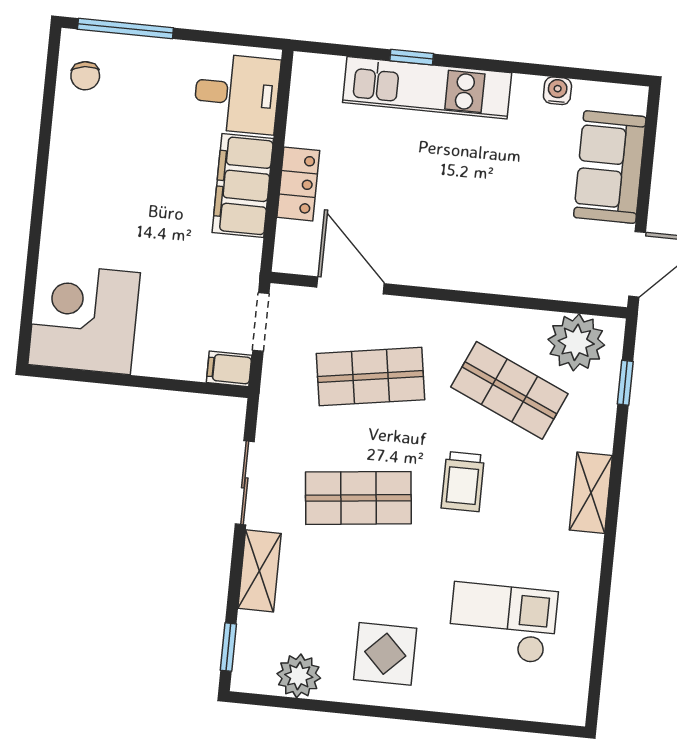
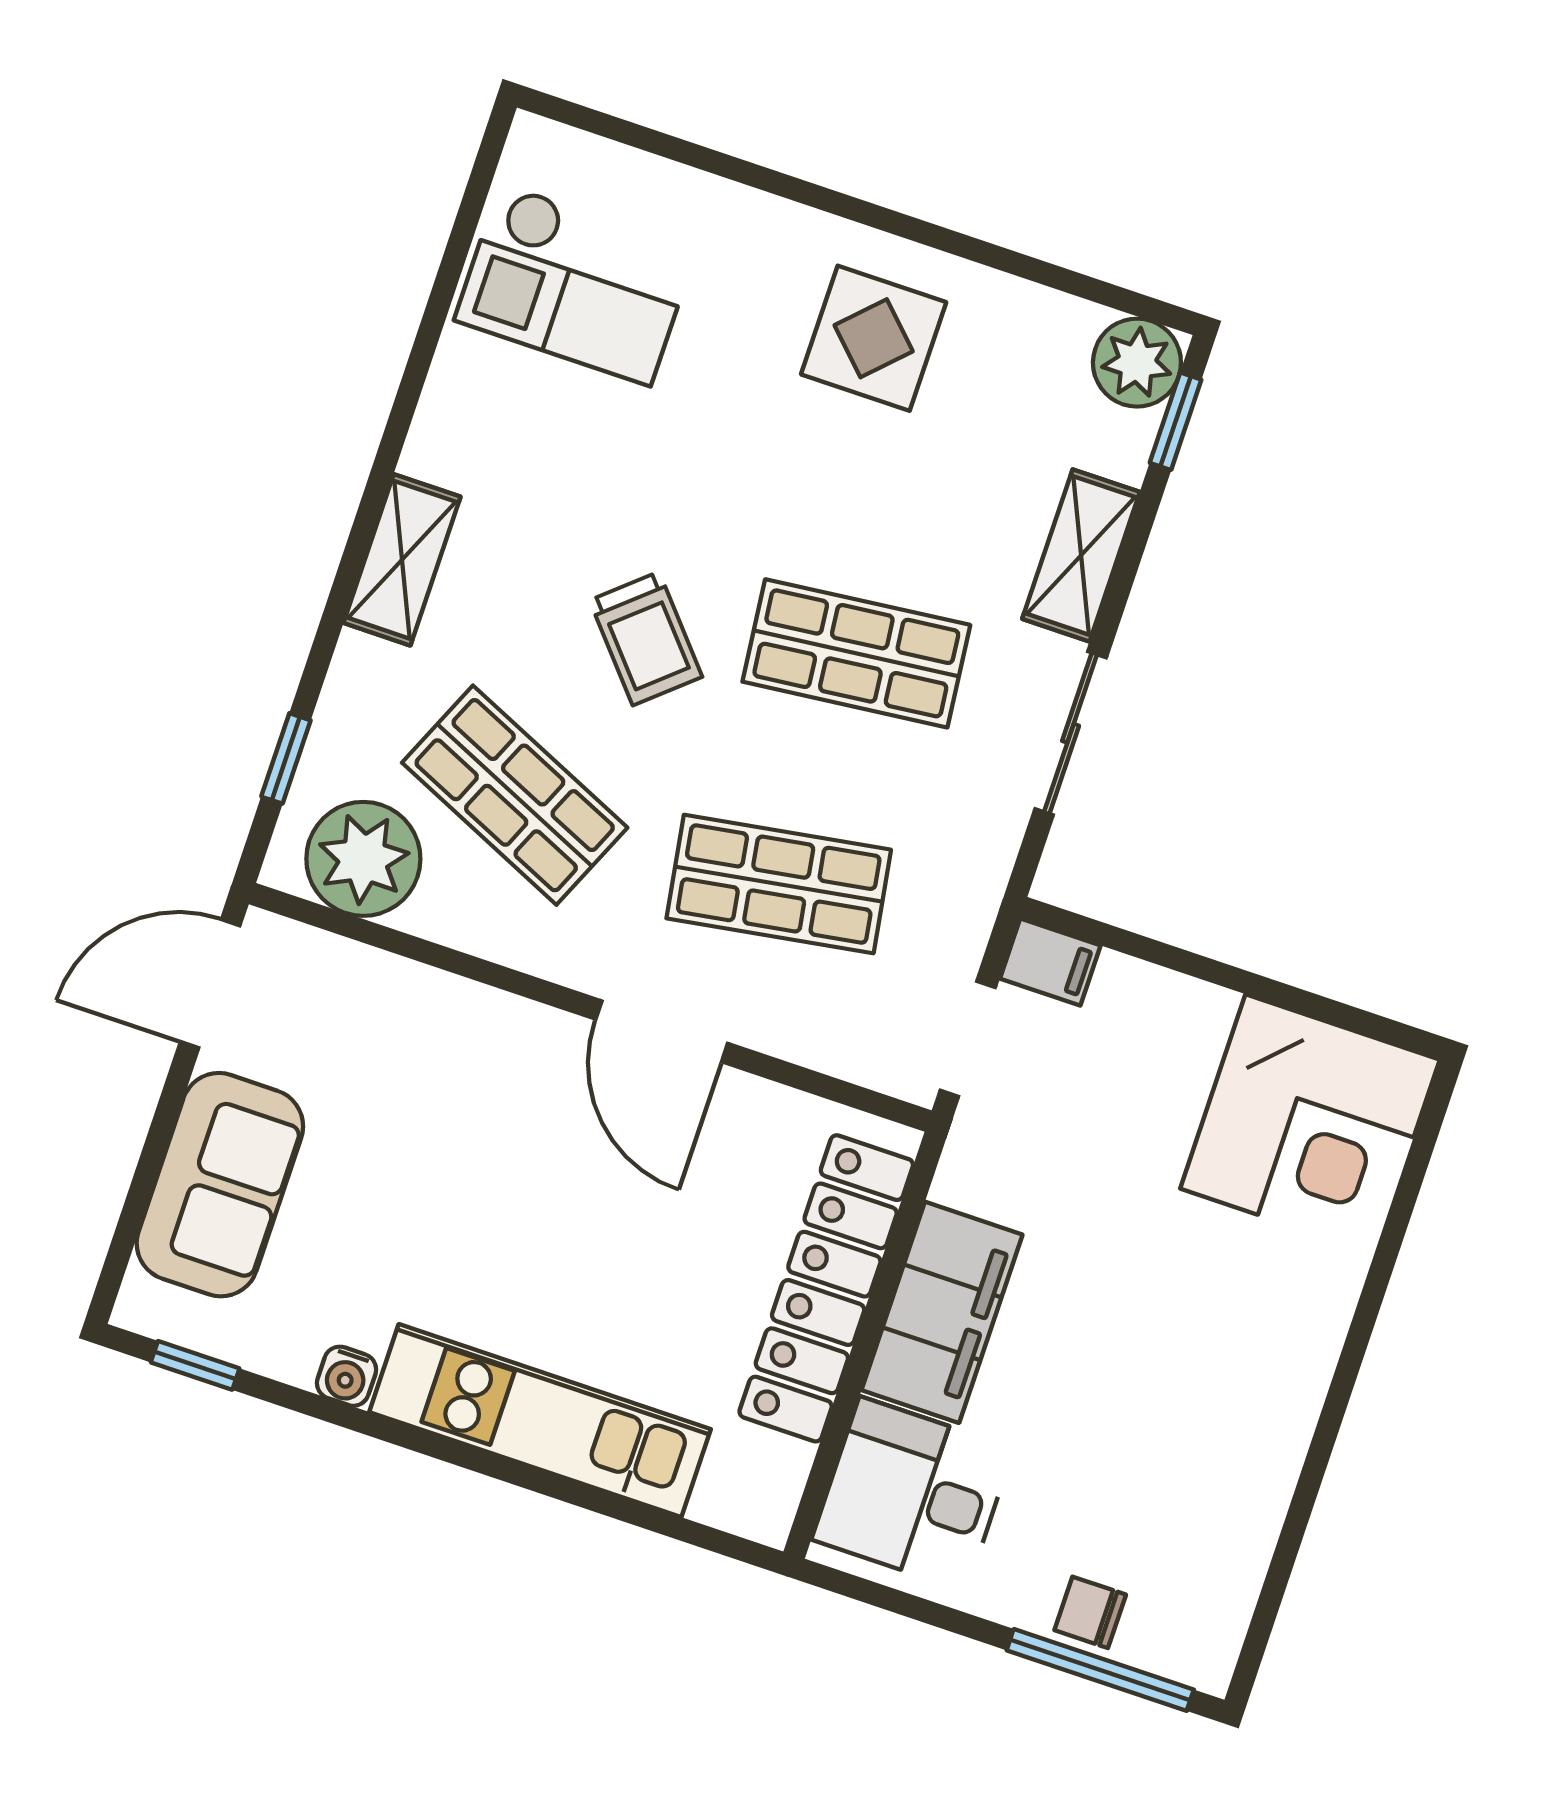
window: (412, 57) -> (195, 1365), moved
chair: (85, 76) -> (1090, 1612), moved, turned -83
water cooler: (557, 91) -> (347, 1376), moved
locker: (298, 184) -> (826, 1288), width x2.16, depth x1.21
door: (351, 285) -> (662, 1031), moved
trolley: (463, 482) -> (646, 639), turned 139
checkout: (503, 623) -> (575, 284), moved
plant: (299, 676) -> (1137, 363), moved

